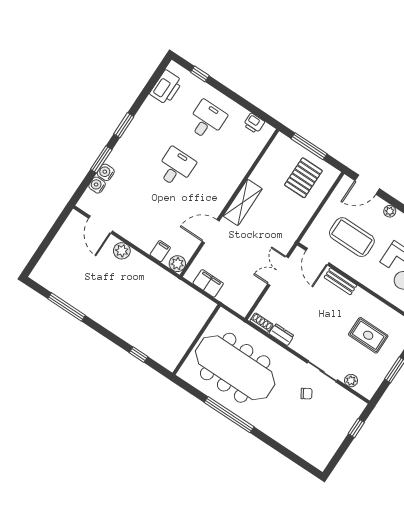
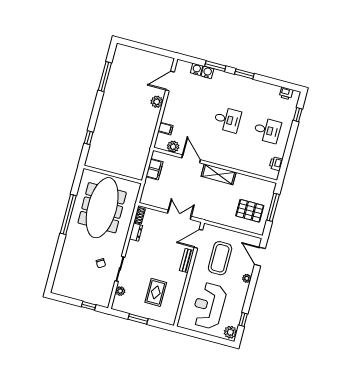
printer: (166, 87) -> (286, 93), width x0.53, depth x0.68
plant: (177, 264) -> (173, 147), moved

